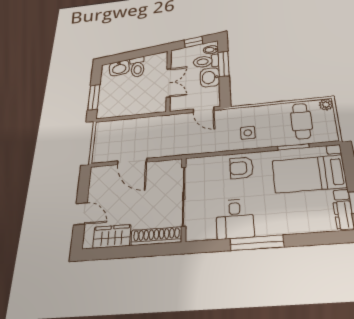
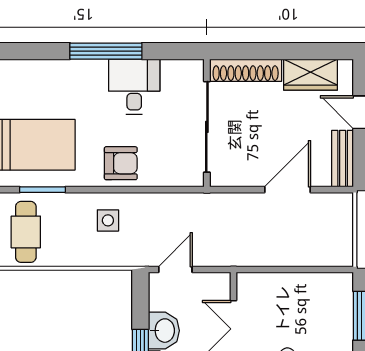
door: (204, 110) -> (175, 270), hinge flipped
door: (132, 162) -> (288, 190), hinge flipped
bench: (96, 183) -> (343, 159), added

